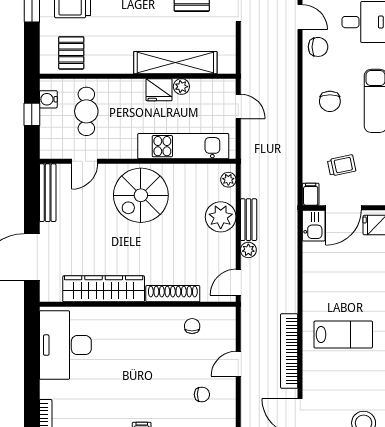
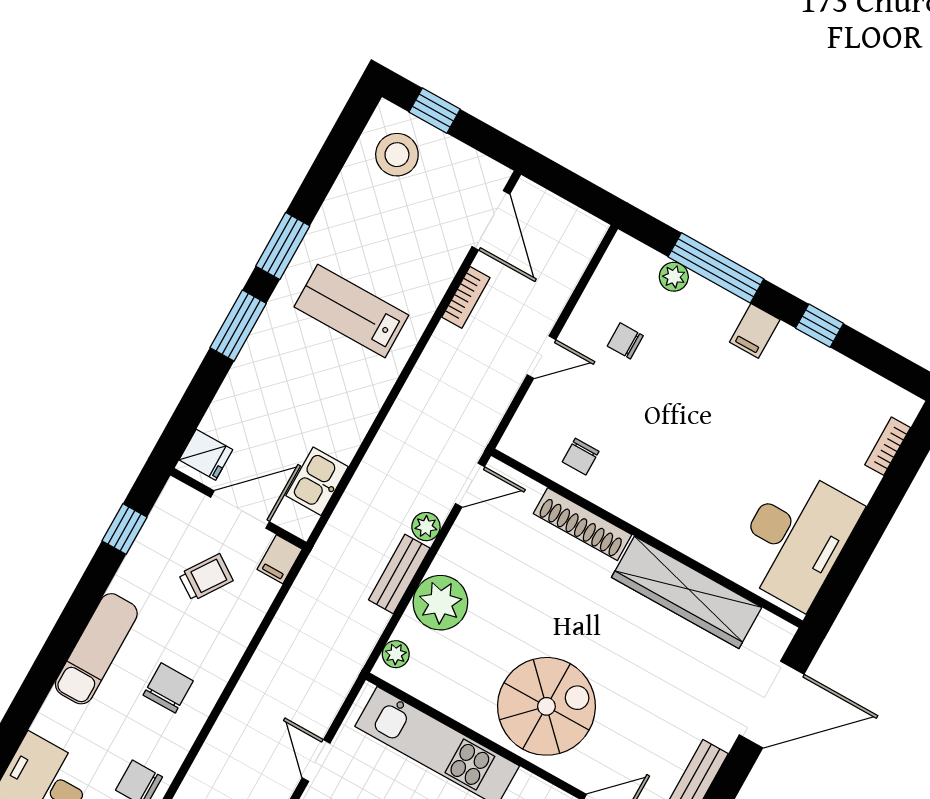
trolley: (342, 165) -> (206, 577), turned 136
kitchen sink: (314, 226) -> (317, 481), moved
bookcase: (289, 351) -> (466, 297), width x0.43, depth x0.76

